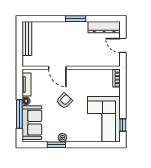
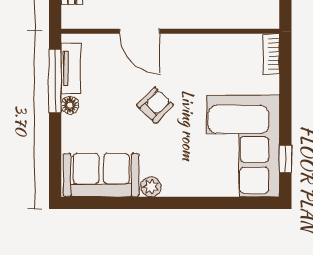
window: (19, 114) -> (55, 81), moved
sofa: (32, 123) -> (101, 175), moved, turned -90
window: (56, 145) -> (137, 203), removed

